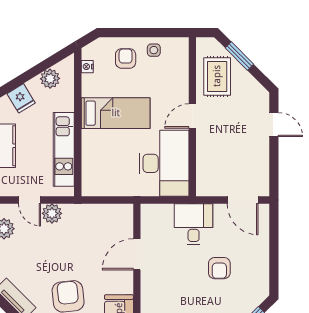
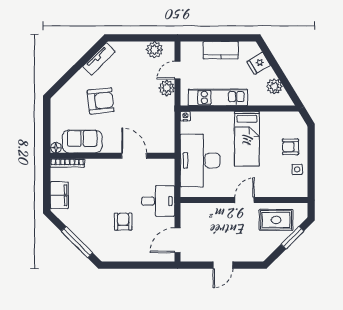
armchair: (126, 58) -> (290, 147), turned 180
nightstand: (87, 67) -> (185, 116), moved
door: (192, 116) -> (245, 200), hinge flipped
door: (274, 125) -> (223, 265), moved
desk: (164, 163) -> (200, 160), moved, turned 90
armchair: (219, 268) -> (123, 222), turned 90

